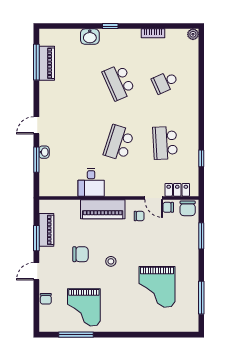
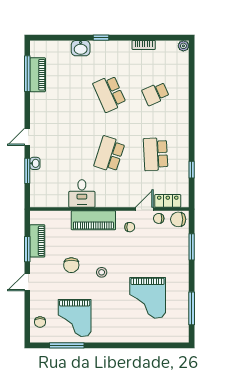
door: (154, 198) -> (144, 209), swing flipped
chair: (188, 208) -> (178, 219), turned 90
chair: (80, 254) -> (71, 265), turned 90
chair: (46, 299) -> (40, 322), moved

